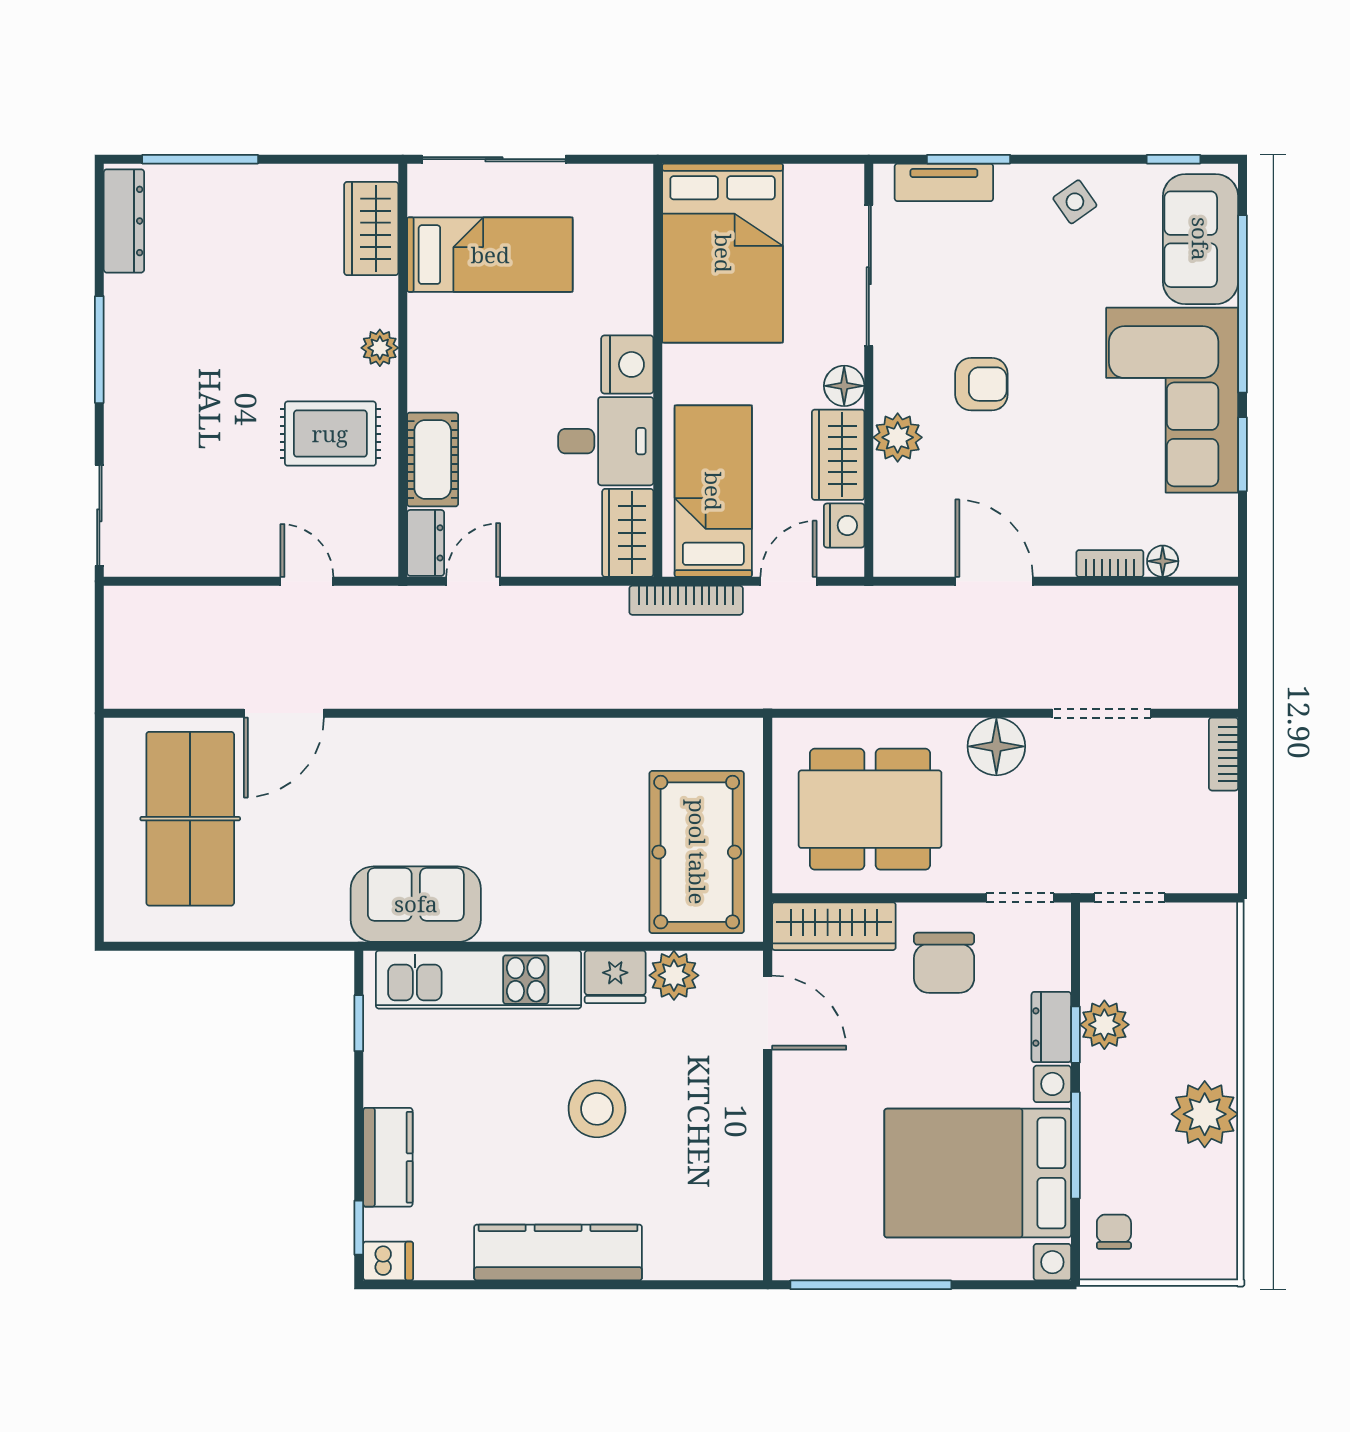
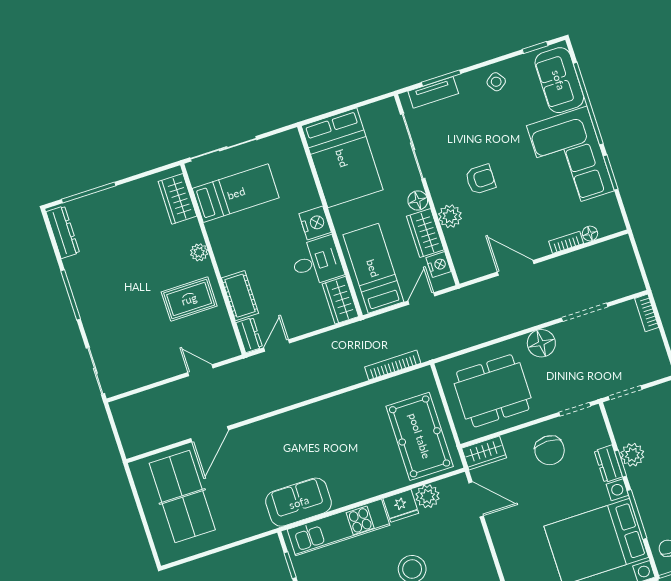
bookcase: (686, 600) -> (393, 365), moved, turned 180
wardrobe: (834, 926) -> (484, 453), width x0.67

